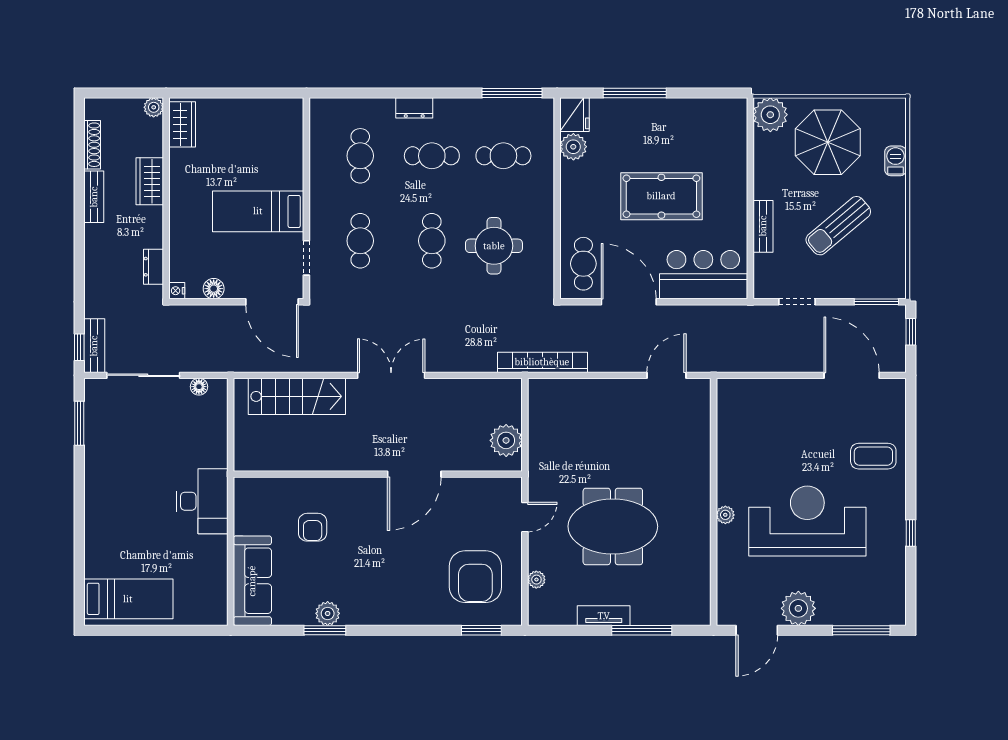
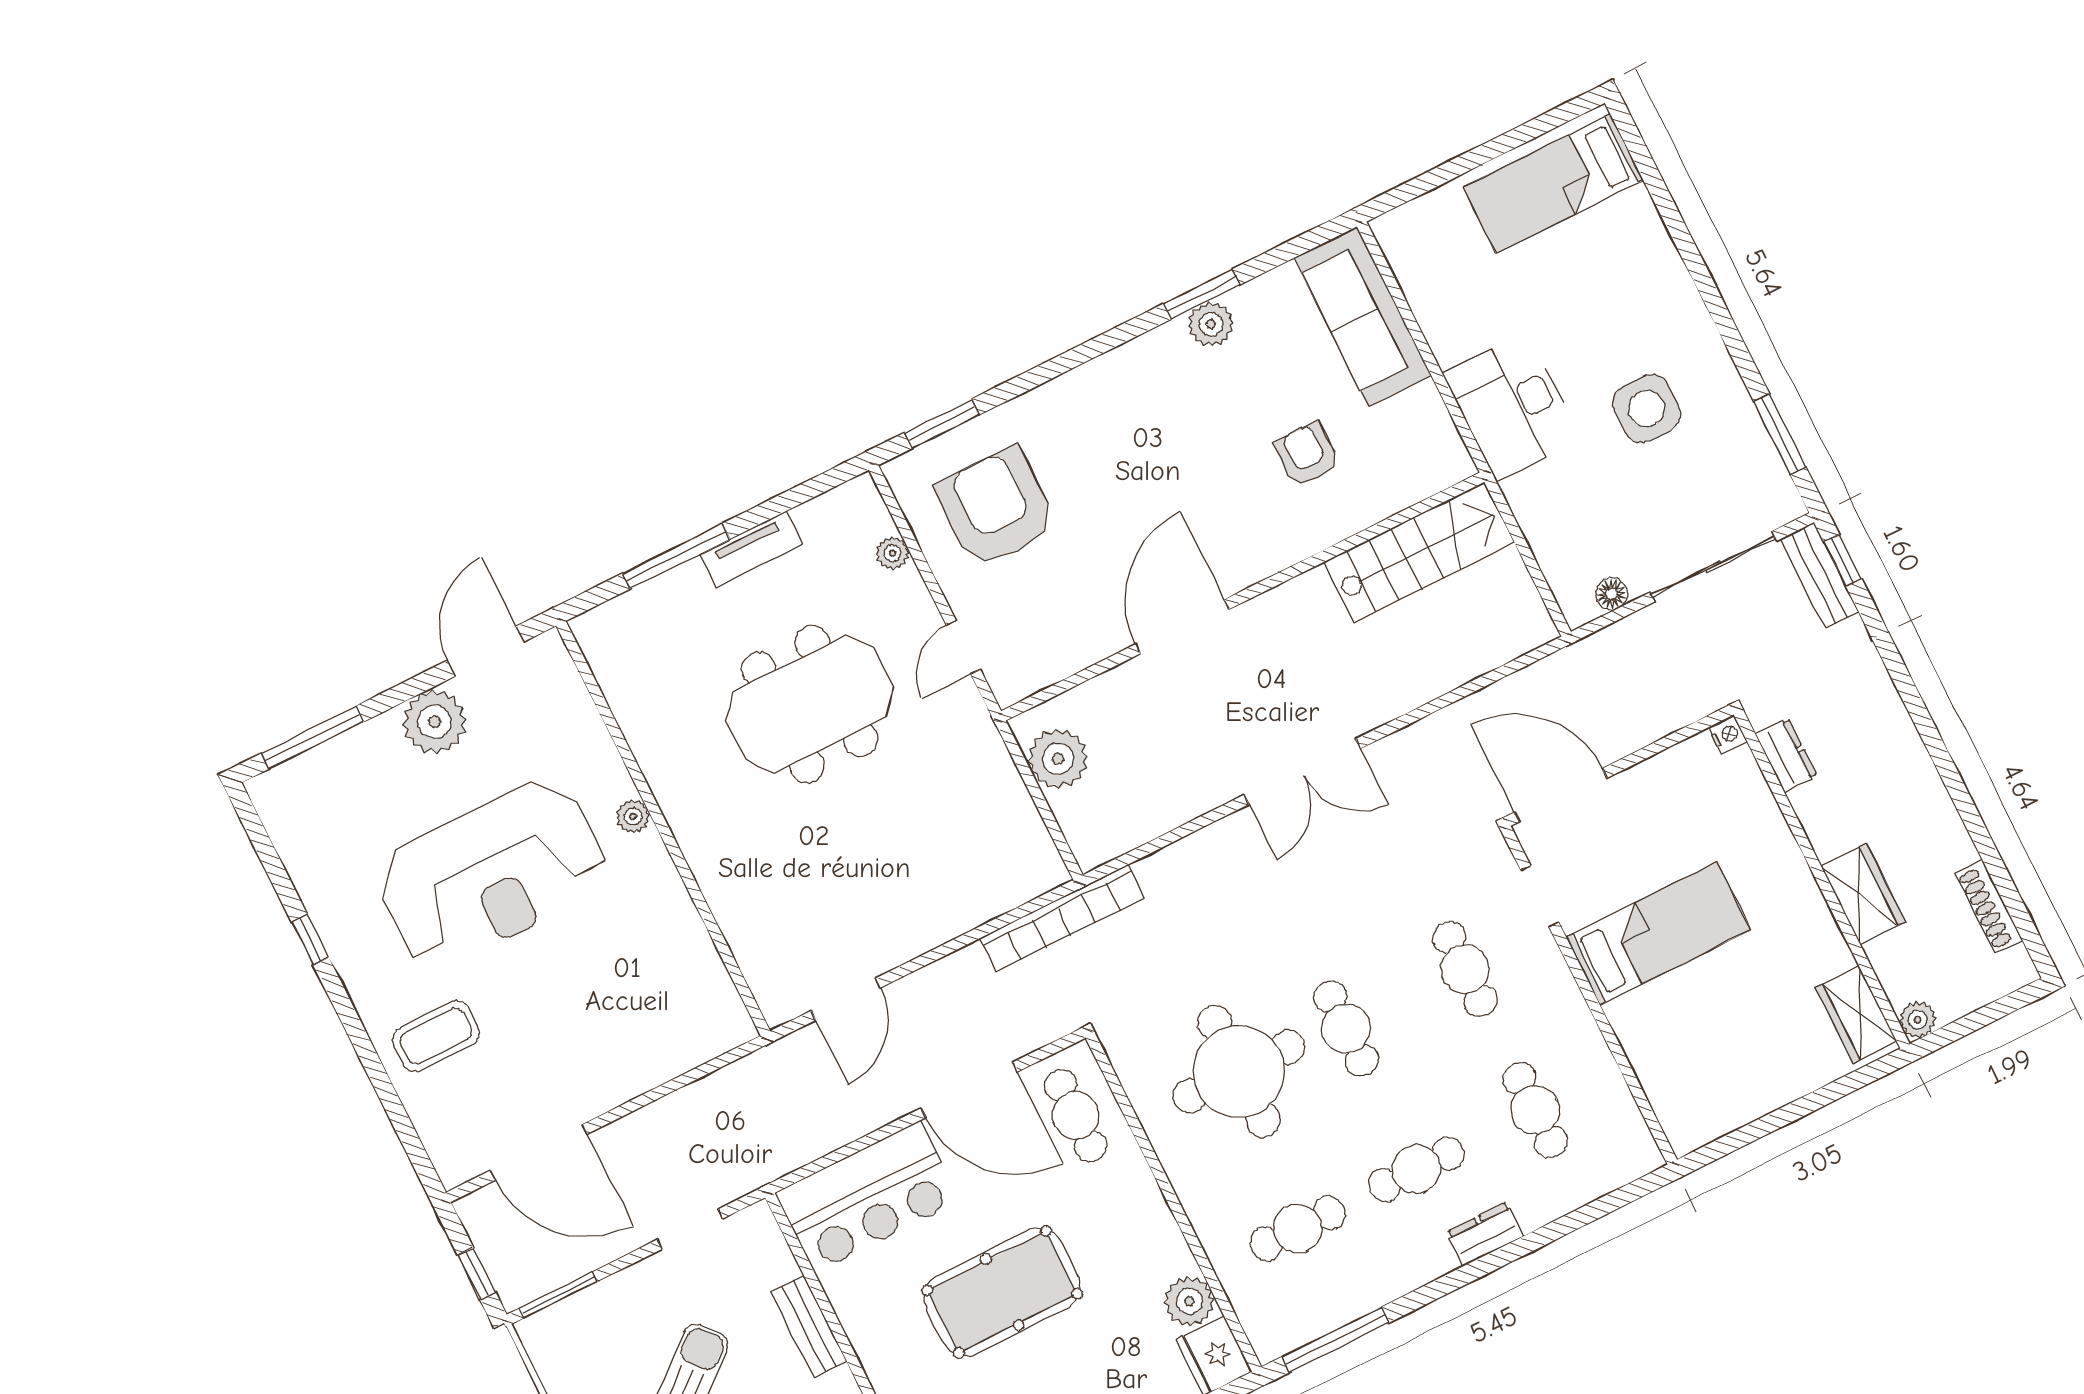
bench: (94, 197) -> (1943, 822), removed
round table: (494, 246) -> (1239, 1071), width x1.36, depth x1.36
floor lamp: (214, 289) -> (1668, 769), removed
stairs: (297, 396) -> (1419, 552), moved, turned 180
side table: (137, 468) -> (1646, 408), added

